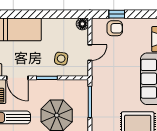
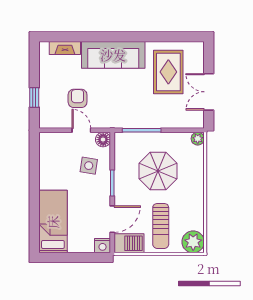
floor lamp: (82, 24) -> (103, 140), moved
armchair: (115, 28) -> (78, 98), moved

